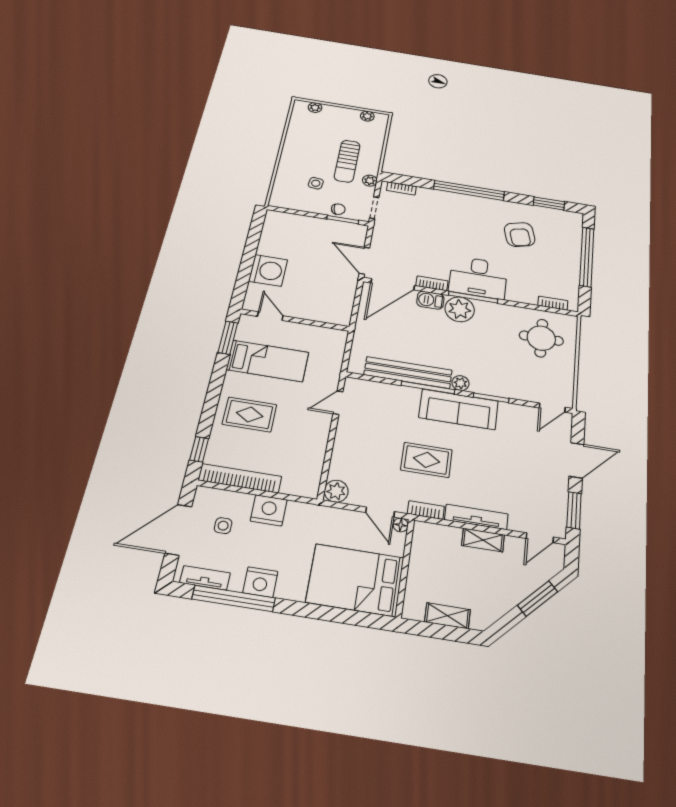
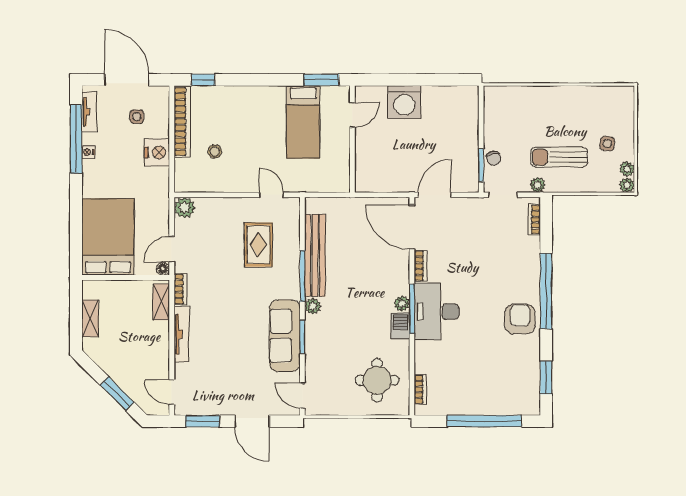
plant: (315, 108) -> (627, 185), moved
side table: (316, 183) -> (607, 144), moved
armchair: (520, 235) -> (520, 319), moved, turned 105
barbecue: (430, 300) -> (400, 326), moved
plant: (460, 309) -> (402, 304), width x0.53, depth x0.53
sofa: (459, 409) -> (285, 336), moved
rug: (250, 414) -> (245, 117), removed
stool: (280, 450) -> (215, 151), added
rug: (426, 460) -> (258, 245), moved
shelving: (483, 540) -> (161, 302), moved
nightstand: (260, 582) -> (88, 152), width x0.53, depth x0.56

